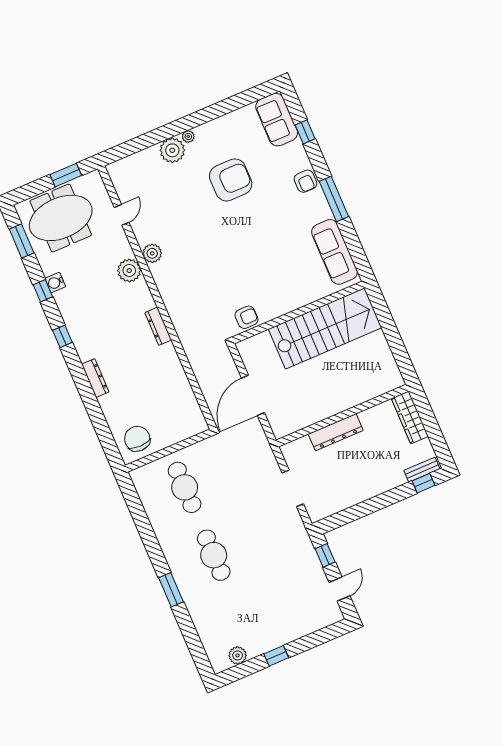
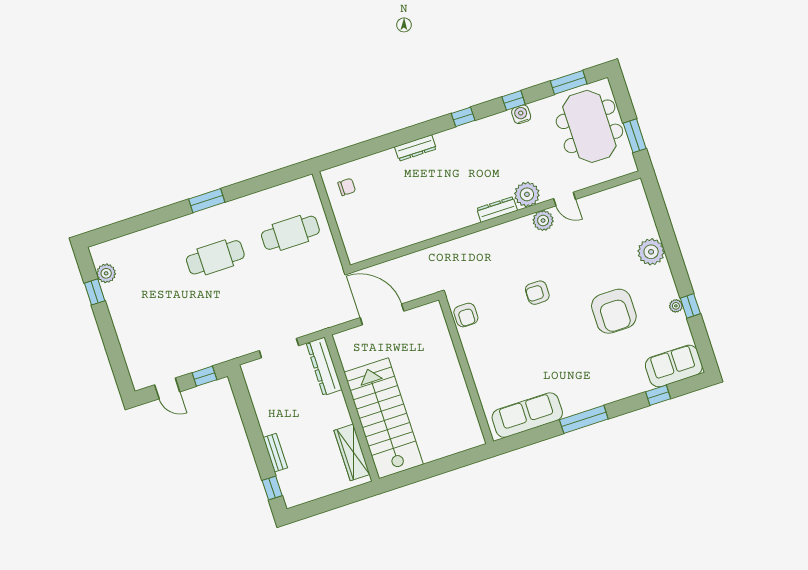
window: (219, 109) -> (690, 306), added
plant: (188, 137) -> (676, 306), moved
armchair: (306, 181) -> (537, 293), moved
door: (122, 215) -> (565, 199), moved
dresser: (158, 326) -> (497, 209), moved
stairs: (325, 328) -> (384, 418), moved, turned 180
wardrobe: (410, 417) -> (352, 452), moved, turned -90
dresser: (336, 432) -> (324, 366), moved
chair: (137, 439) -> (347, 187), width x0.54, depth x0.54
bench: (422, 470) -> (275, 453), moved
window: (171, 590) -> (207, 201), moved
window: (276, 656) -> (95, 292), moved

